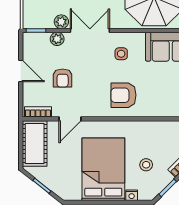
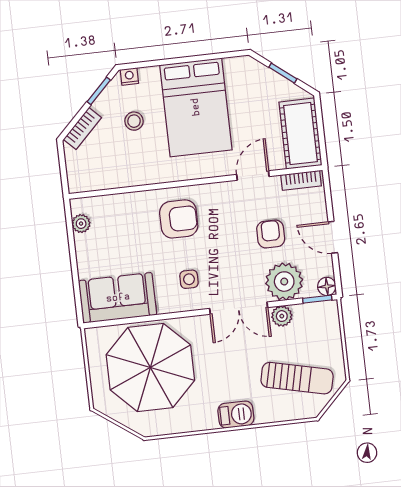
floor lamp: (29, 38) -> (327, 286), added
plant: (57, 39) -> (284, 282), width x1.87, depth x1.87
nightstand: (132, 195) -> (129, 76), moved

